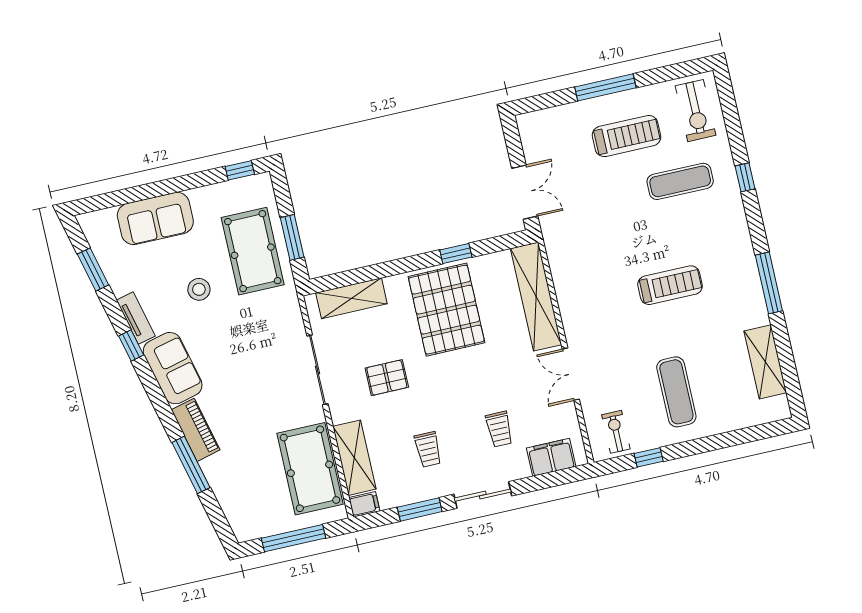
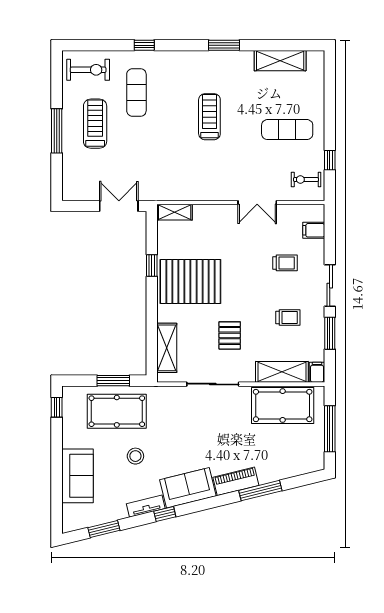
window: (769, 283) -> (224, 45), width x0.69
shelving: (536, 297) -> (175, 212), width x0.45, depth x0.75
filing cabinet: (551, 457) -> (314, 230), width x0.50

